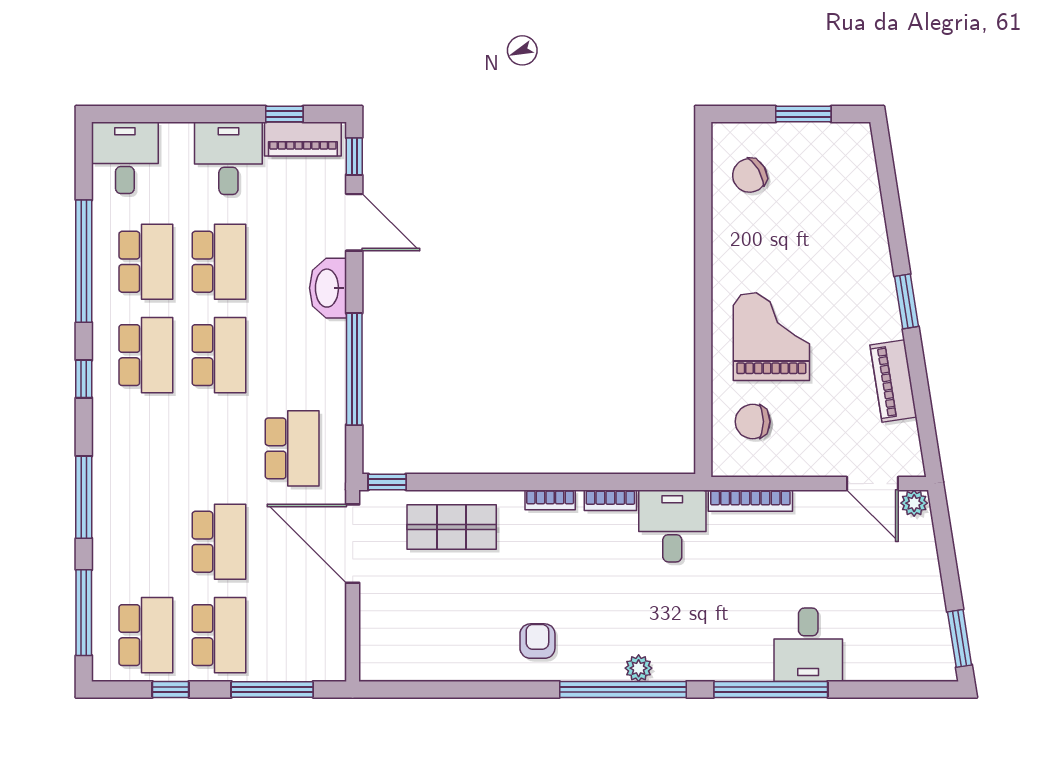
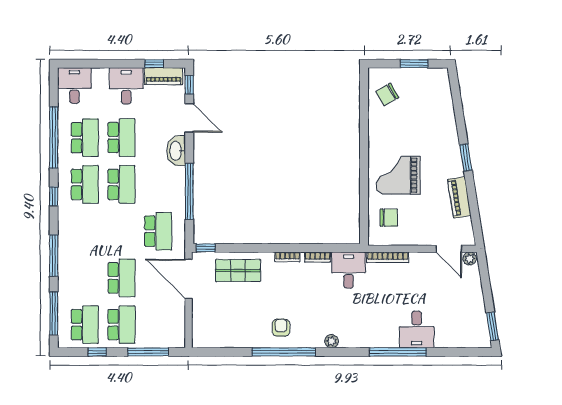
grand piano: (771, 337) -> (398, 175), turned -90
chair: (753, 422) -> (389, 218), turned 180
window: (623, 689) -> (284, 352), moved

